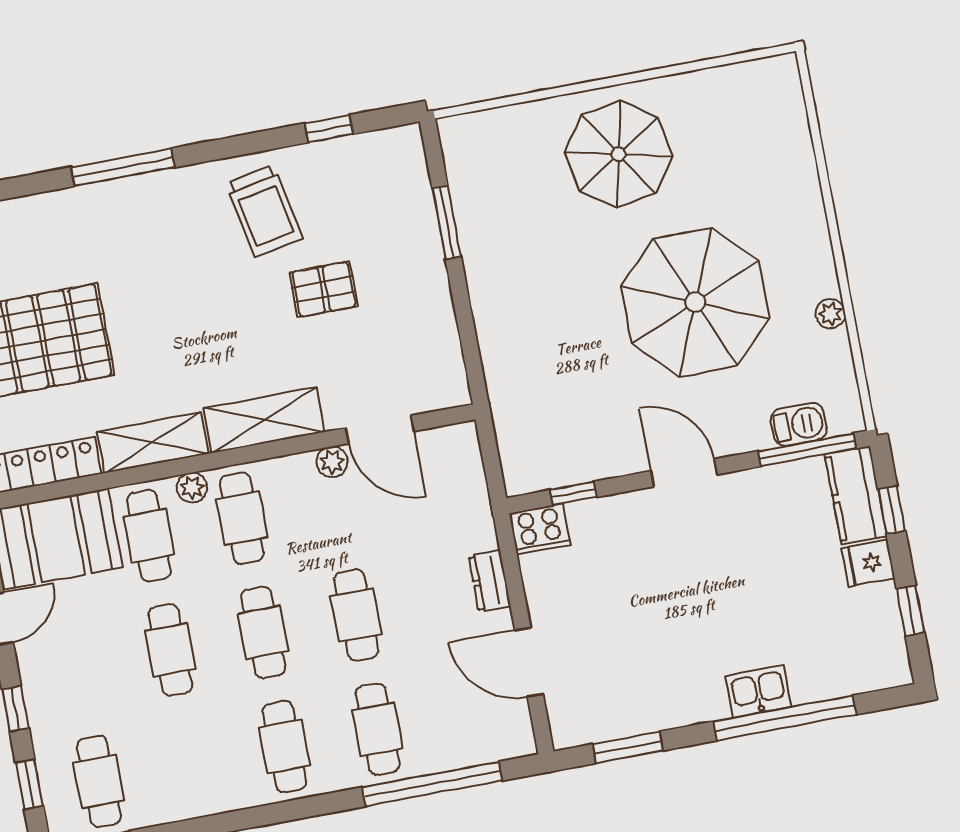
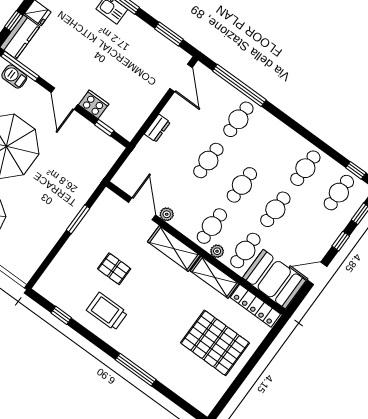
trolley: (264, 211) -> (107, 311), turned -79
window: (447, 222) -> (78, 219), moved
cooker: (540, 529) -> (94, 104), moved
door: (529, 662) -> (181, 78), moved
cafe table: (285, 747) -> (305, 168), moved

